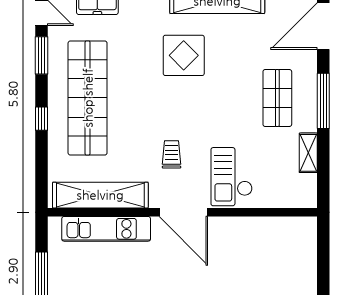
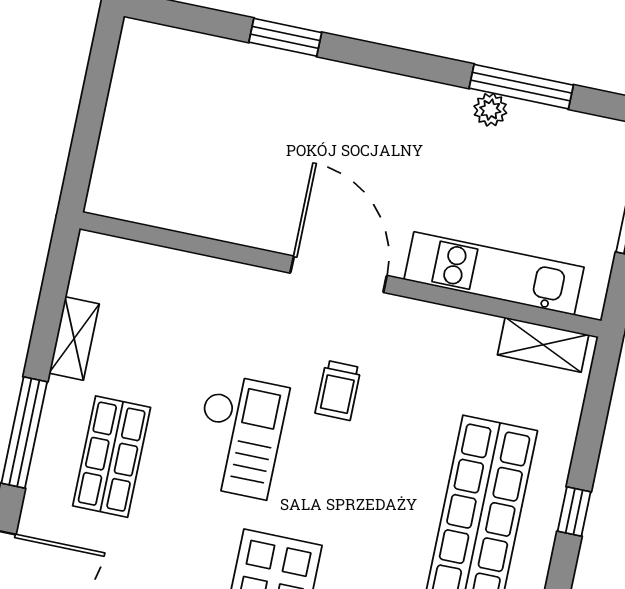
checkout: (232, 177) -> (239, 436), moved
shelving: (100, 195) -> (543, 345), width x0.45, depth x0.75

